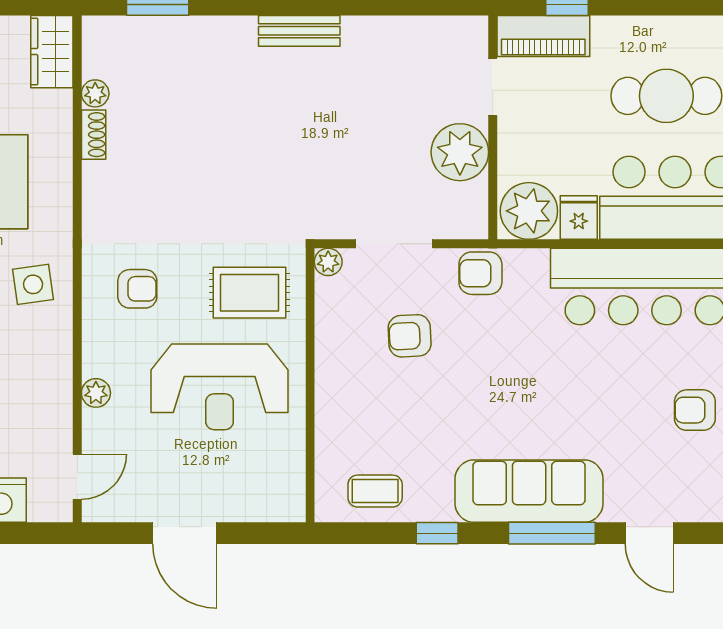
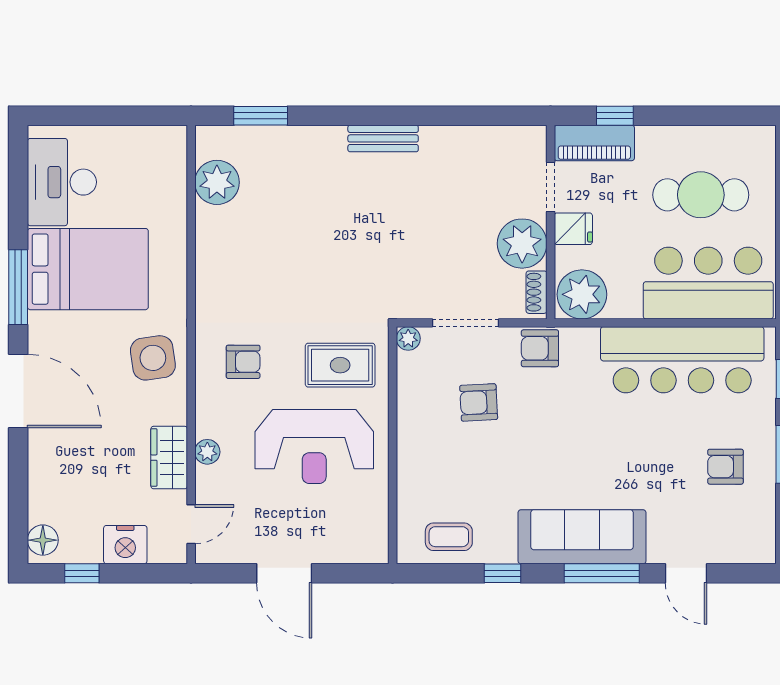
wardrobe: (52, 52) -> (169, 458), moved
plant: (95, 93) -> (217, 182), width x1.88, depth x1.88
shoe rack: (94, 135) -> (536, 292), moved, turned 180
fridge: (579, 218) -> (573, 229), moved, turned 90
side table: (33, 284) -> (153, 358), width x1.37, depth x1.37

